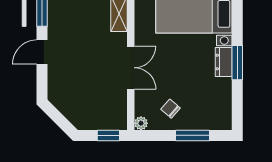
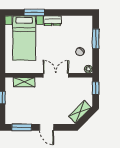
window: (237, 63) -> (34, 12), moved
shelving: (68, 109) -> (80, 112), added

